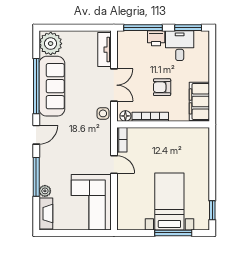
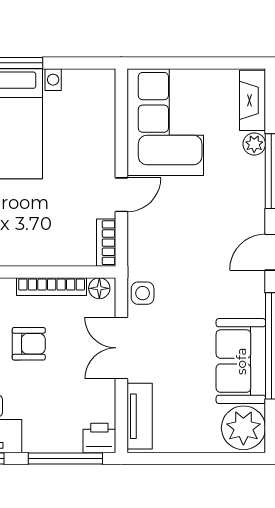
printer: (156, 38) -> (99, 438), moved
sofa: (52, 86) -> (241, 361), width x0.73
door: (114, 165) -> (121, 195), swing flipped

